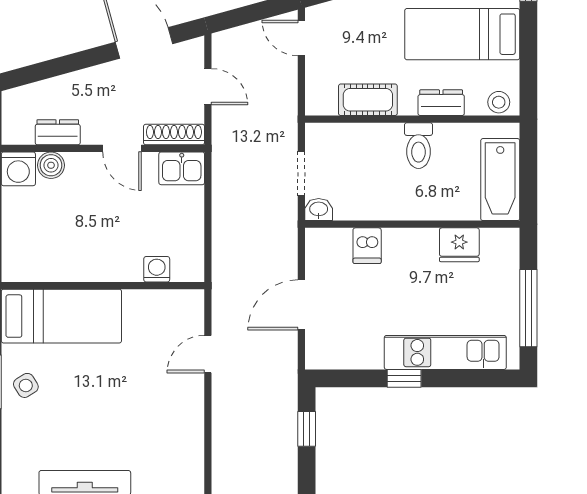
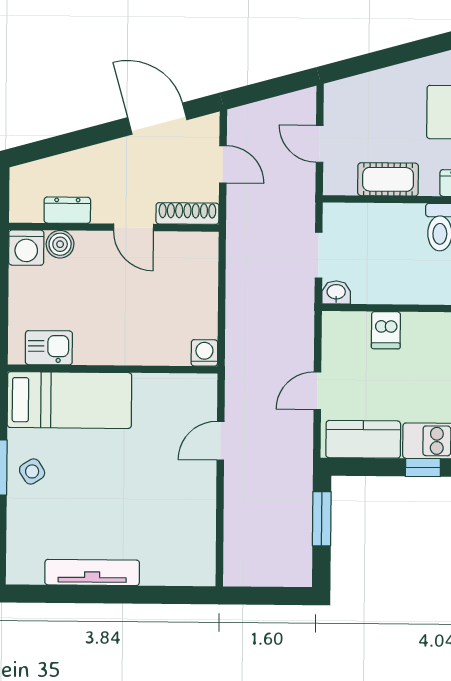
door: (301, 38) -> (320, 144), moved
kitchen sink: (182, 168) -> (49, 348), moved, turned 180
washing machine: (157, 269) -> (204, 353), moved
door: (301, 305) -> (317, 391), width x0.73
kitchen counter: (346, 352) -> (363, 439), added
window: (307, 429) -> (322, 519), width x1.50

